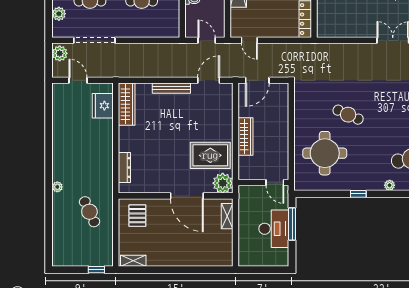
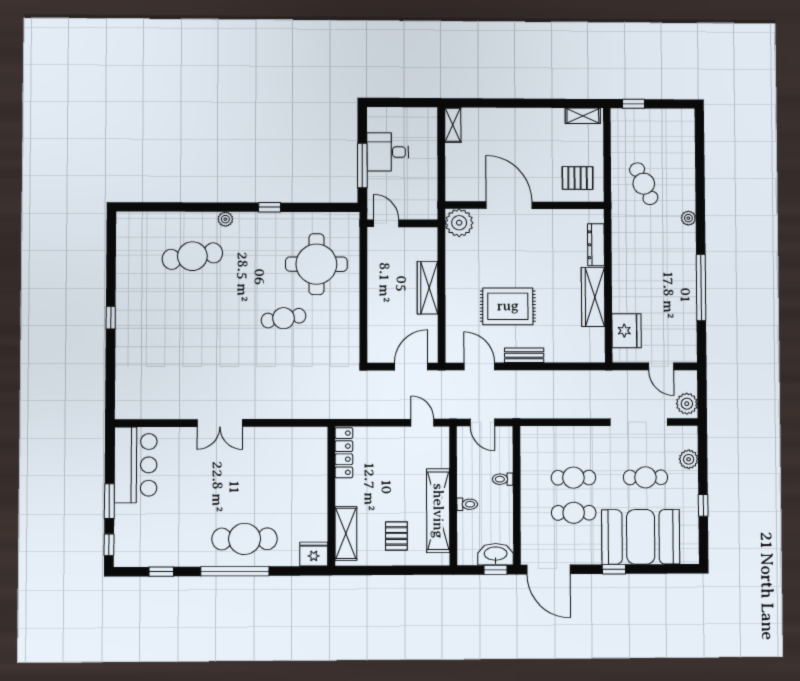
door: (209, 80) -> (479, 366), swing flipped
bench: (171, 88) -> (524, 355), width x0.73
wardrobe: (127, 104) -> (593, 297), moved
cafe table: (348, 115) -> (283, 318), turned -33
window: (49, 137) -> (701, 287), added
rug: (210, 155) -> (508, 306), moved
pallet: (137, 216) -> (578, 178), turned 90
shelving: (227, 216) -> (453, 125), moved
desk: (274, 229) -> (388, 152), width x0.73

